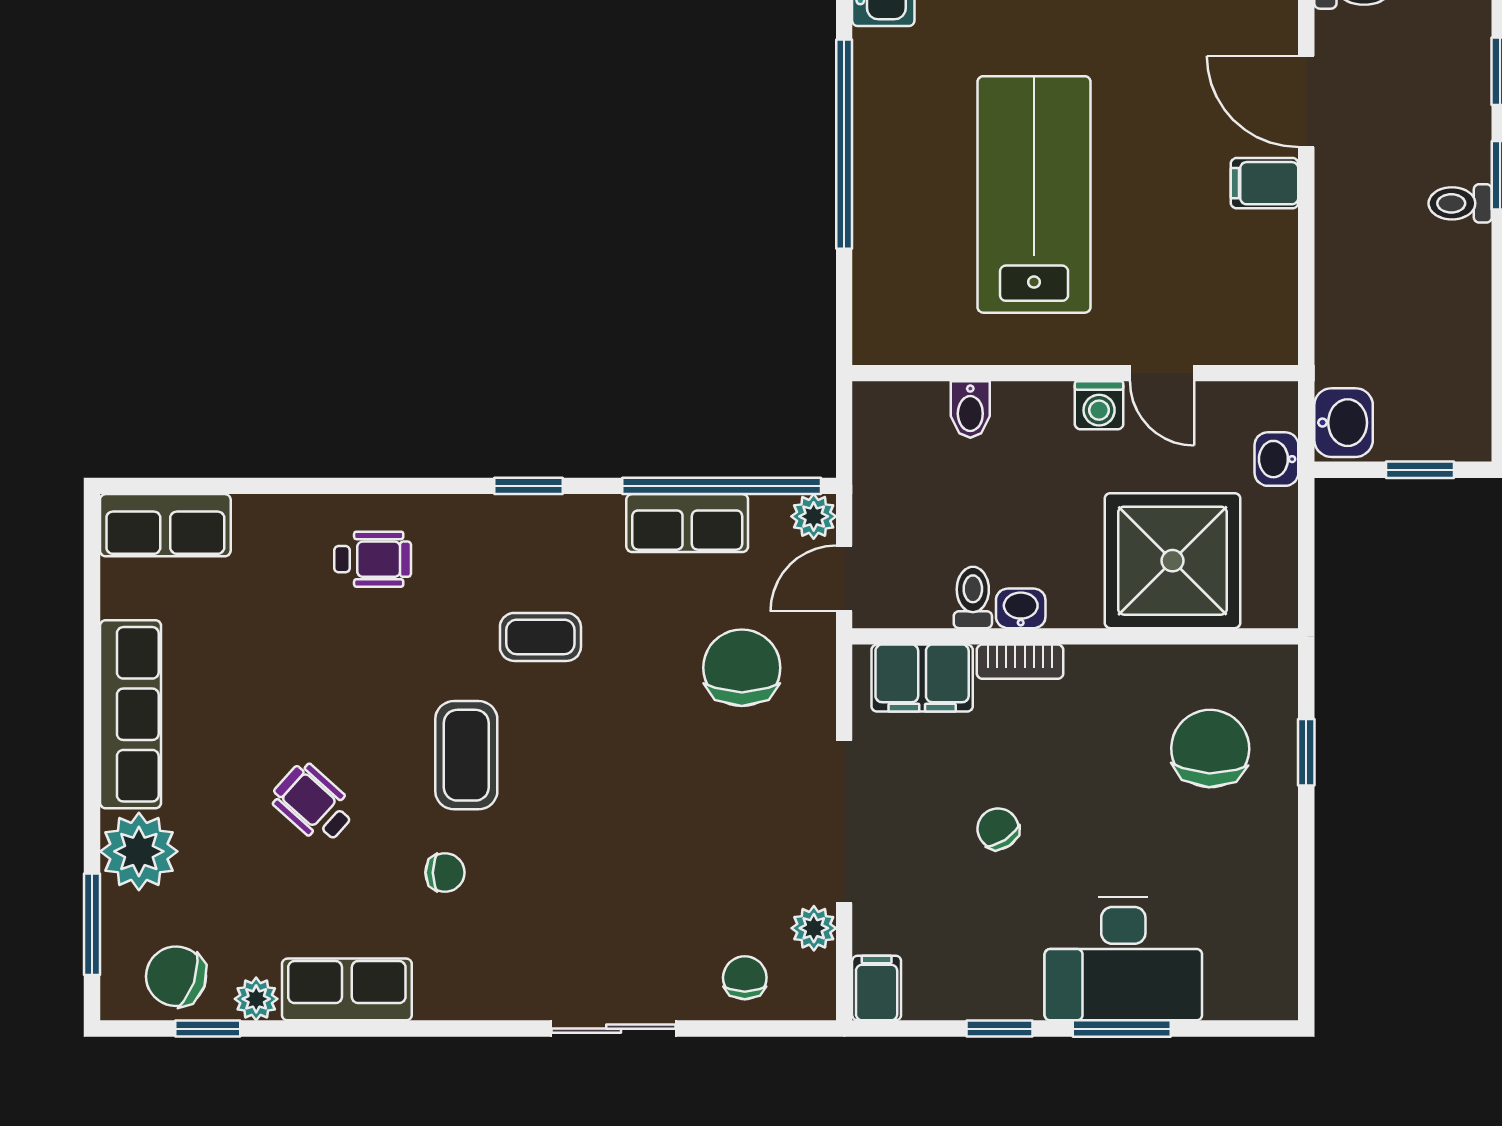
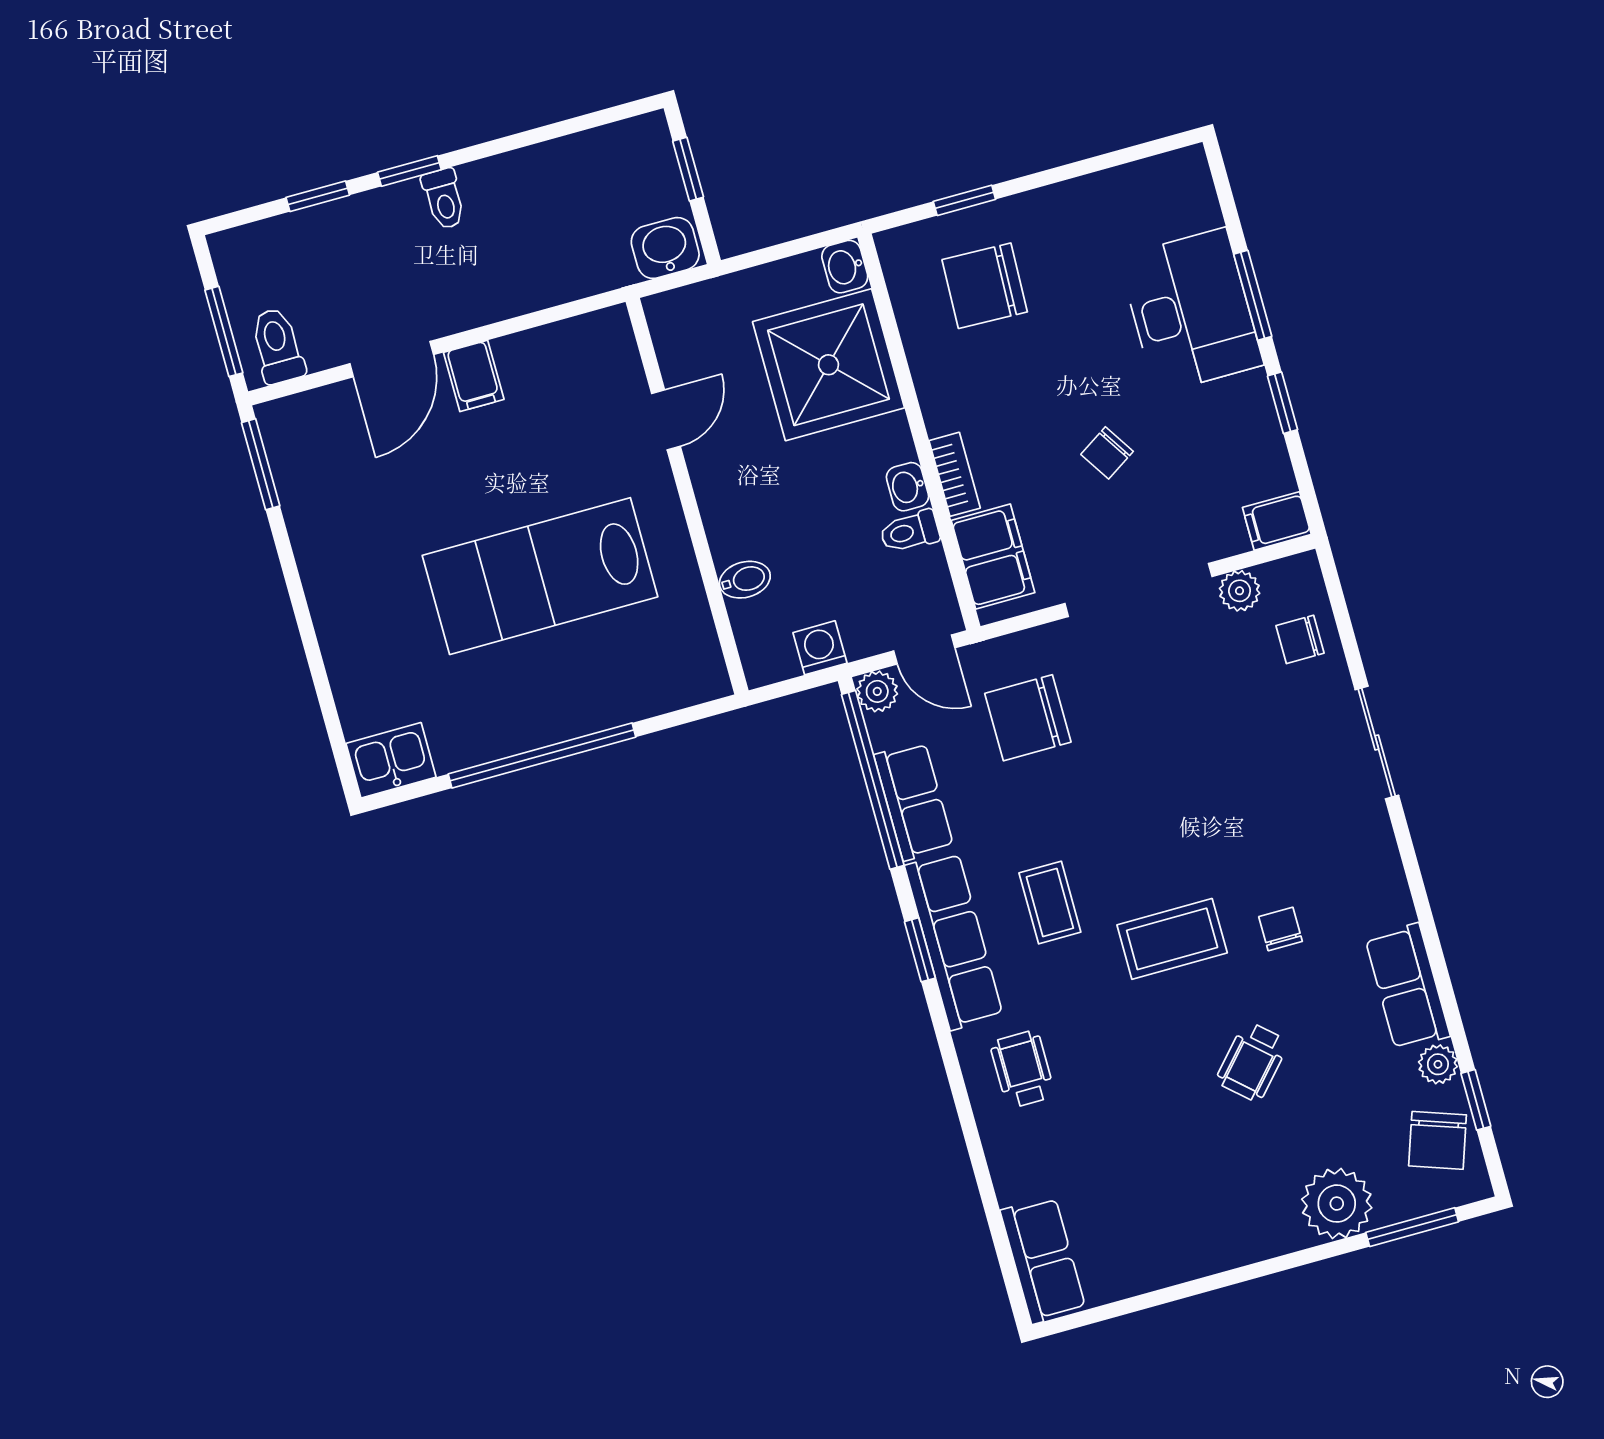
washing machine: (1099, 405) -> (820, 648), moved, turned -90
washbasin: (1276, 459) -> (845, 267), moved, turned 90
row of seats: (131, 714) -> (954, 941), moved, turned 90

